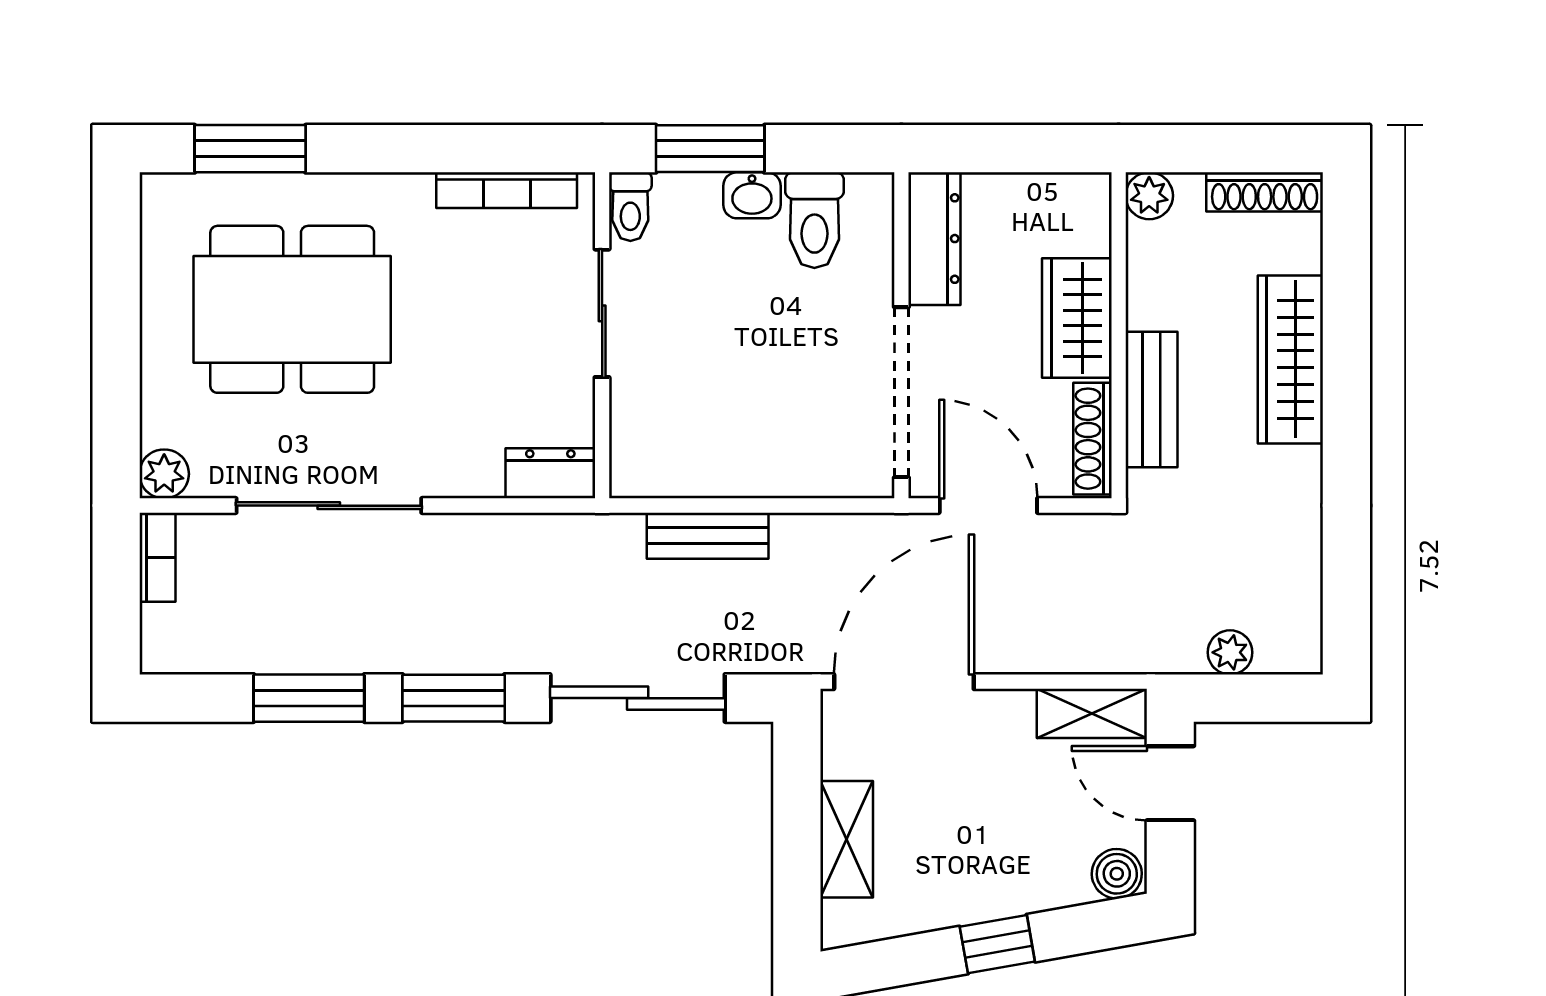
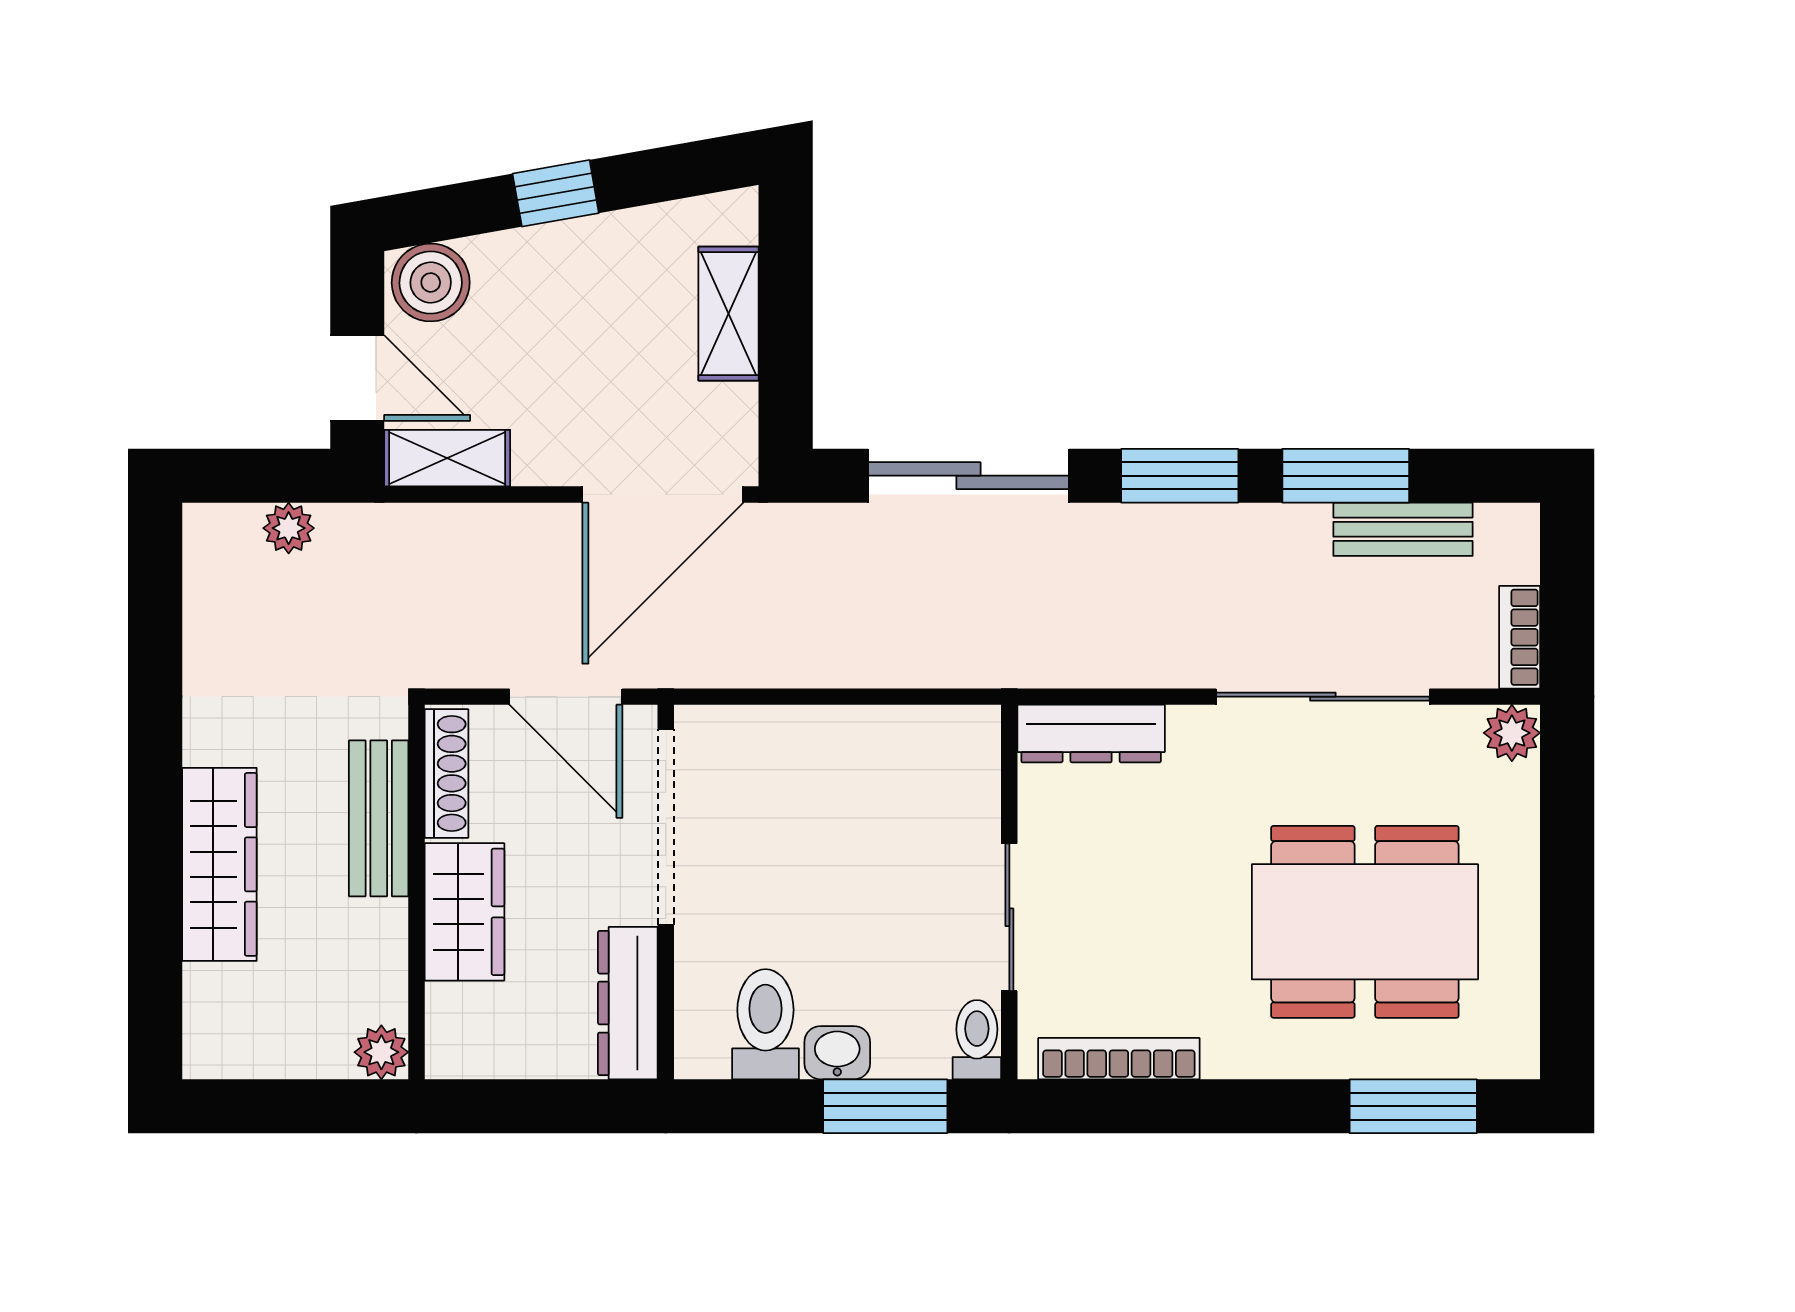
shoe rack: (1265, 192) -> (249, 1057), removed
dresser: (550, 473) -> (1091, 734), width x1.44
bench: (708, 536) -> (1403, 529), moved
boiler: (1117, 874) -> (431, 282), width x1.36, depth x1.36

